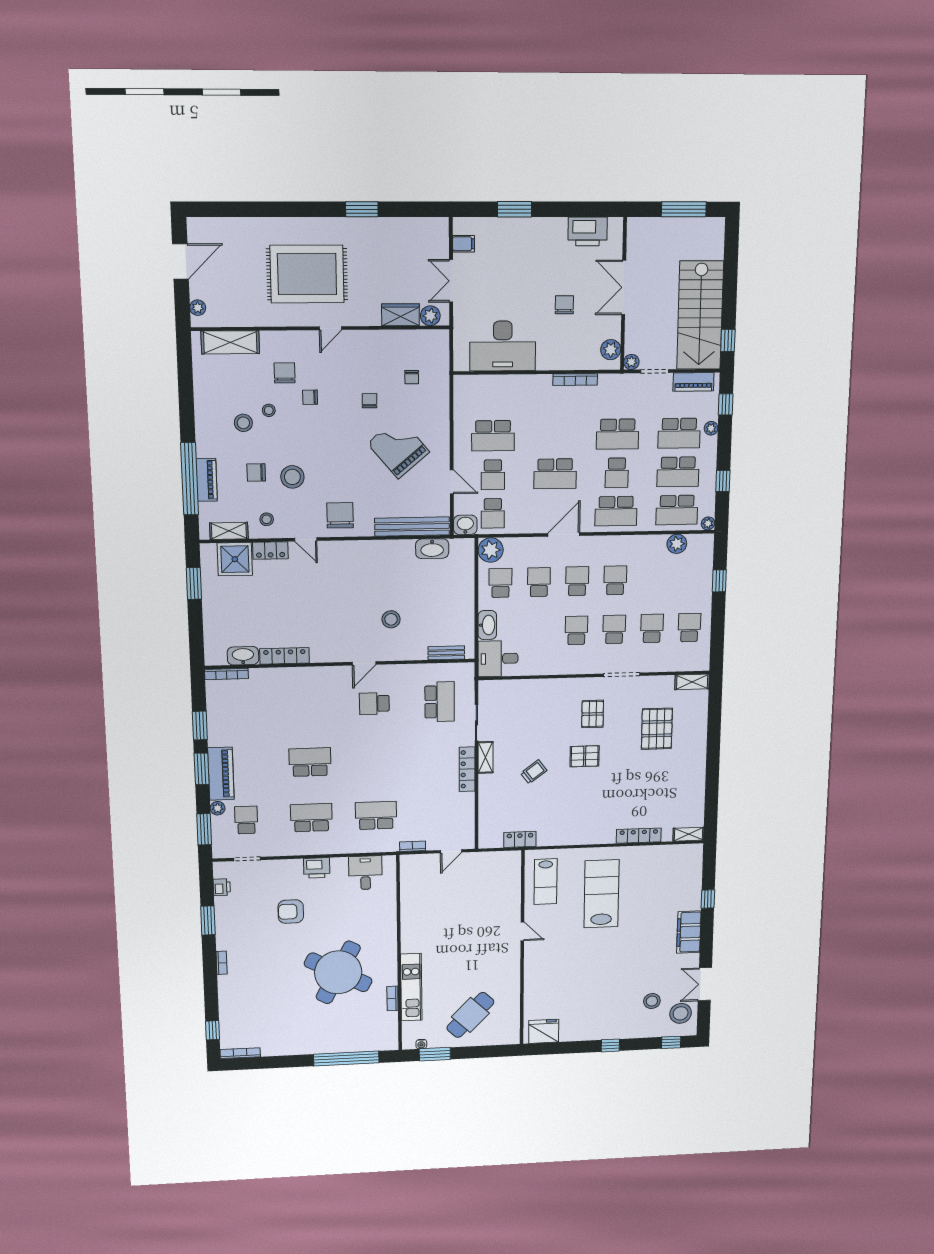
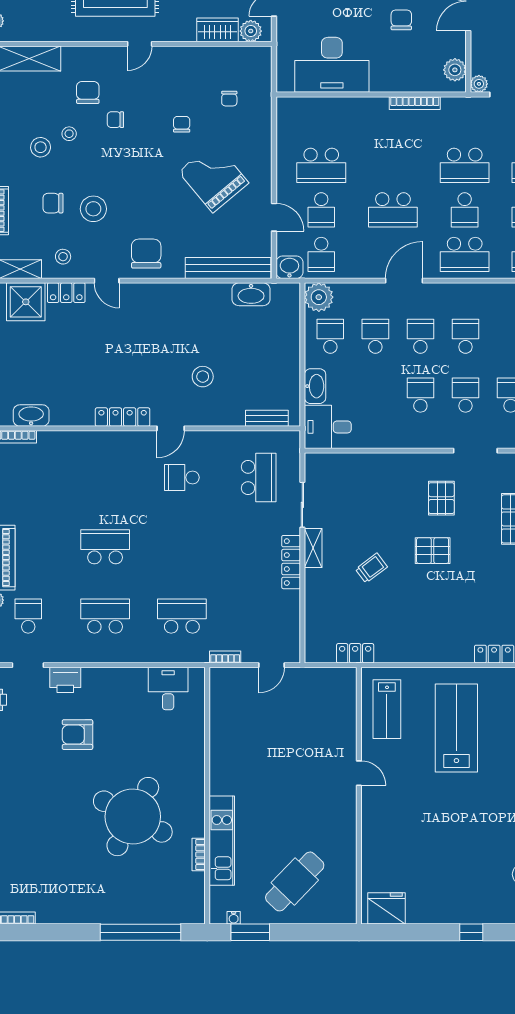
locker: (284, 656) -> (123, 417), moved
printer: (317, 868) -> (65, 680), moved

